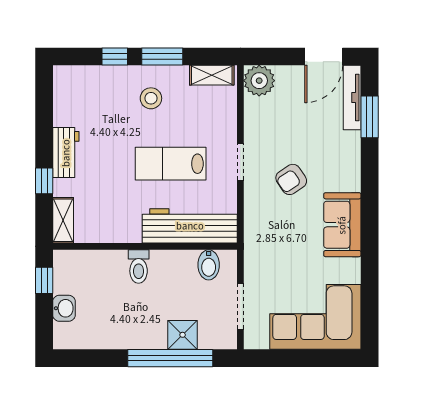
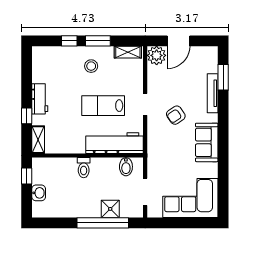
door: (324, 56) -> (178, 41), moved
tv unit: (352, 98) -> (213, 93), moved

